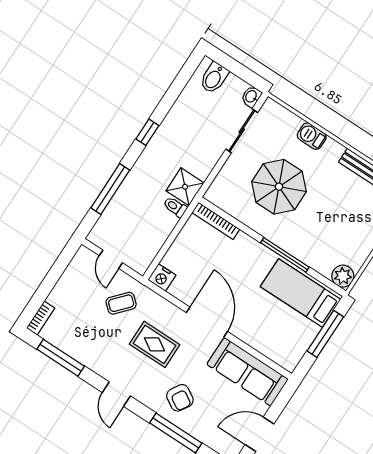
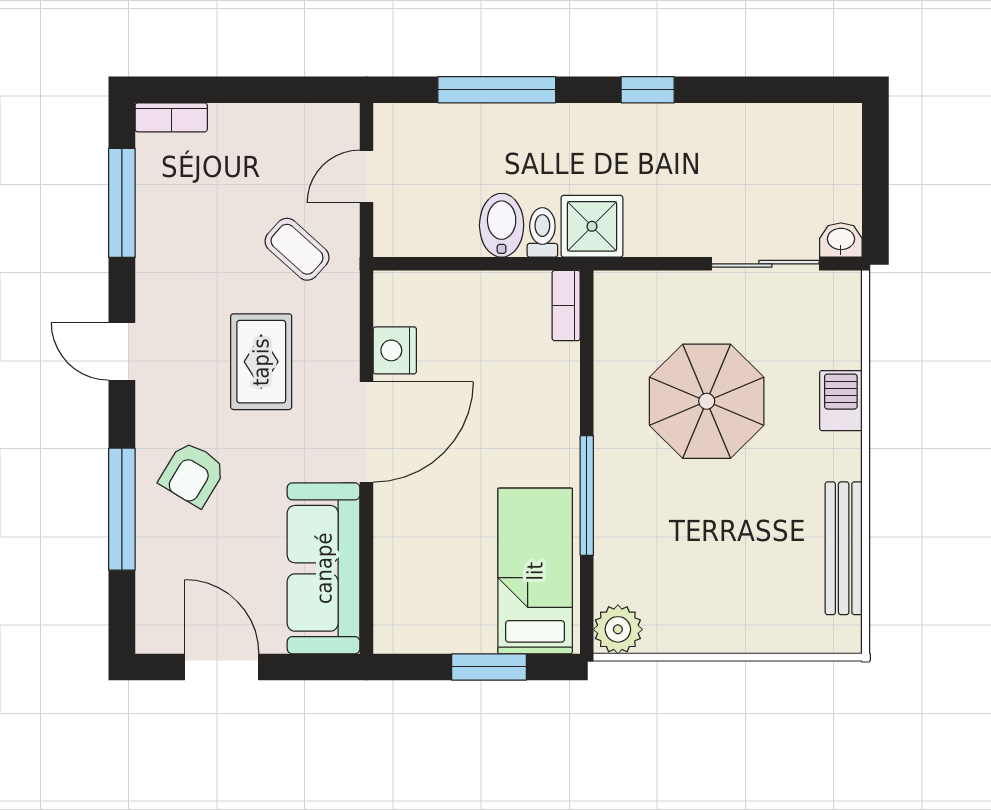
bidet: (214, 78) -> (502, 225), moved, turned 90
bookcase: (216, 221) -> (566, 306), width x0.64
nightstand: (162, 278) -> (395, 350), moved
window: (325, 334) -> (489, 667), width x0.69
door: (116, 394) -> (122, 351), hinge flipped

